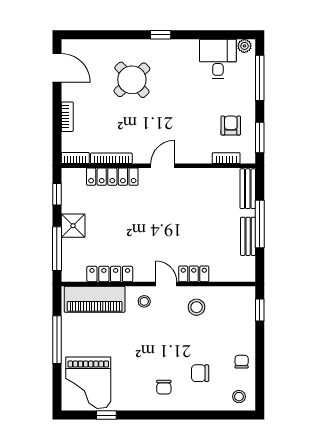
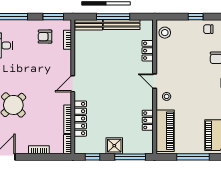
door: (163, 166) -> (73, 84), hinge flipped
bench: (248, 236) -> (122, 25), width x1.36
locker: (110, 274) -> (148, 120), width x0.66
locker: (194, 274) -> (148, 51), moved
door: (166, 284) -> (155, 81), hinge flipped
stool: (197, 307) -> (165, 33), moved
window: (260, 310) -> (196, 17), moved

